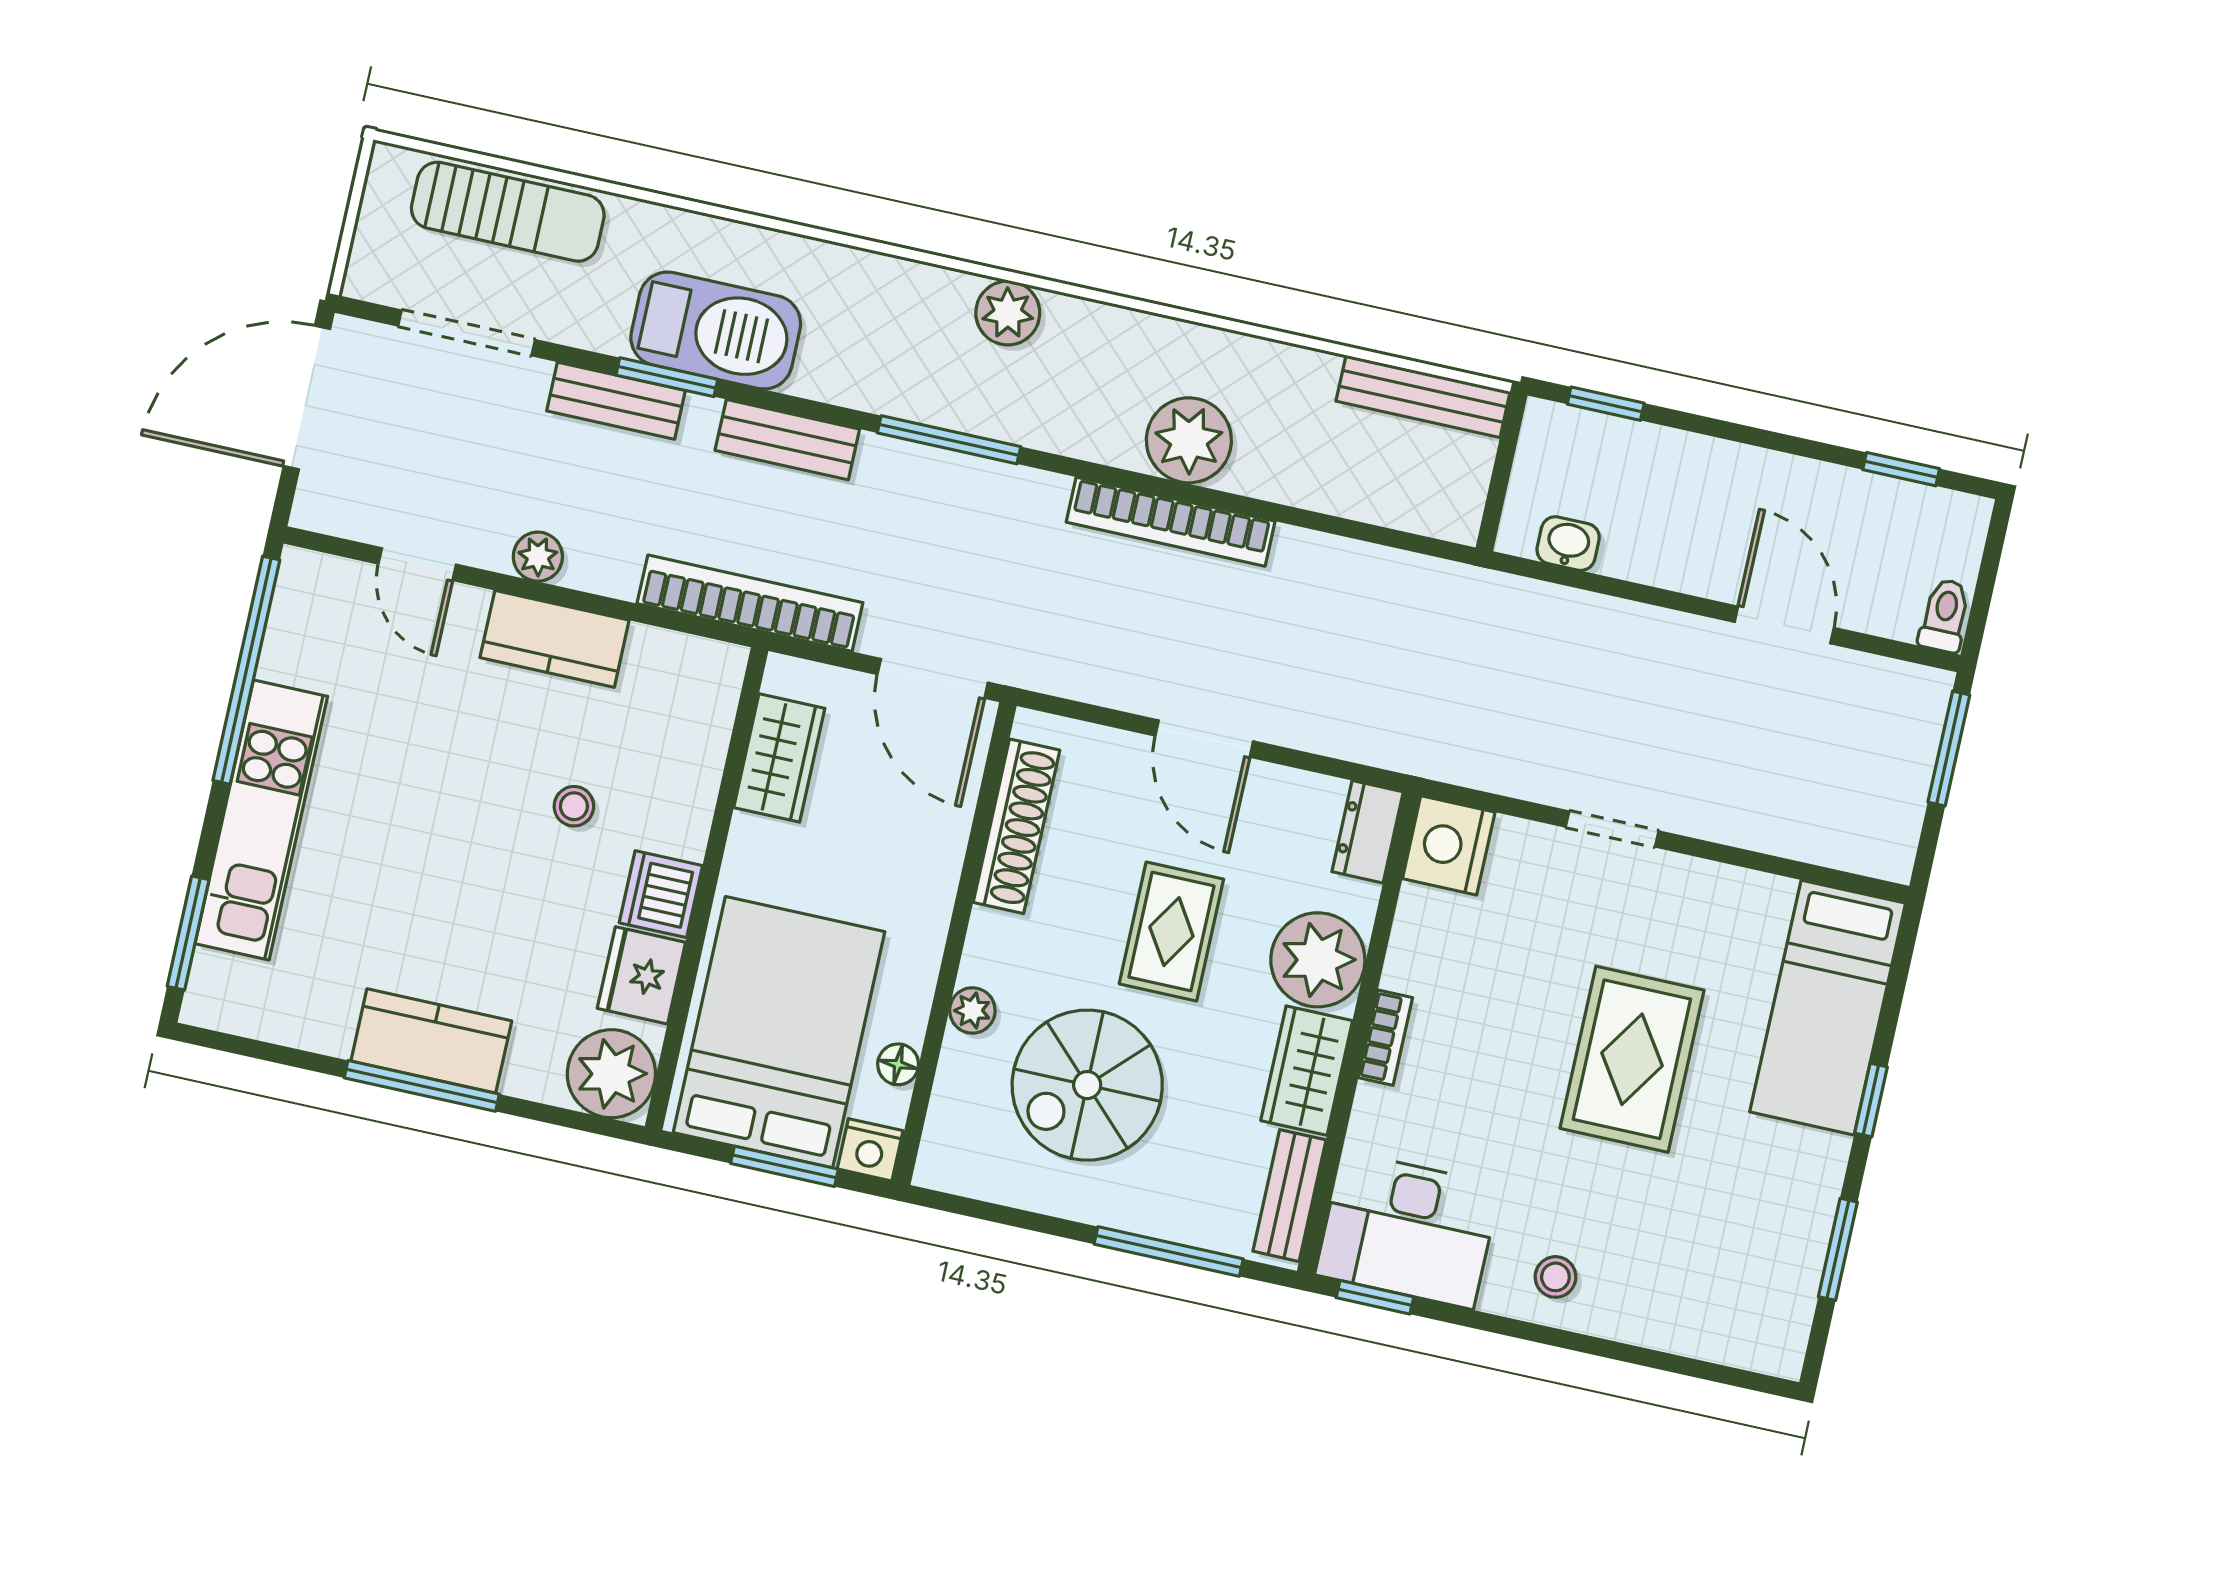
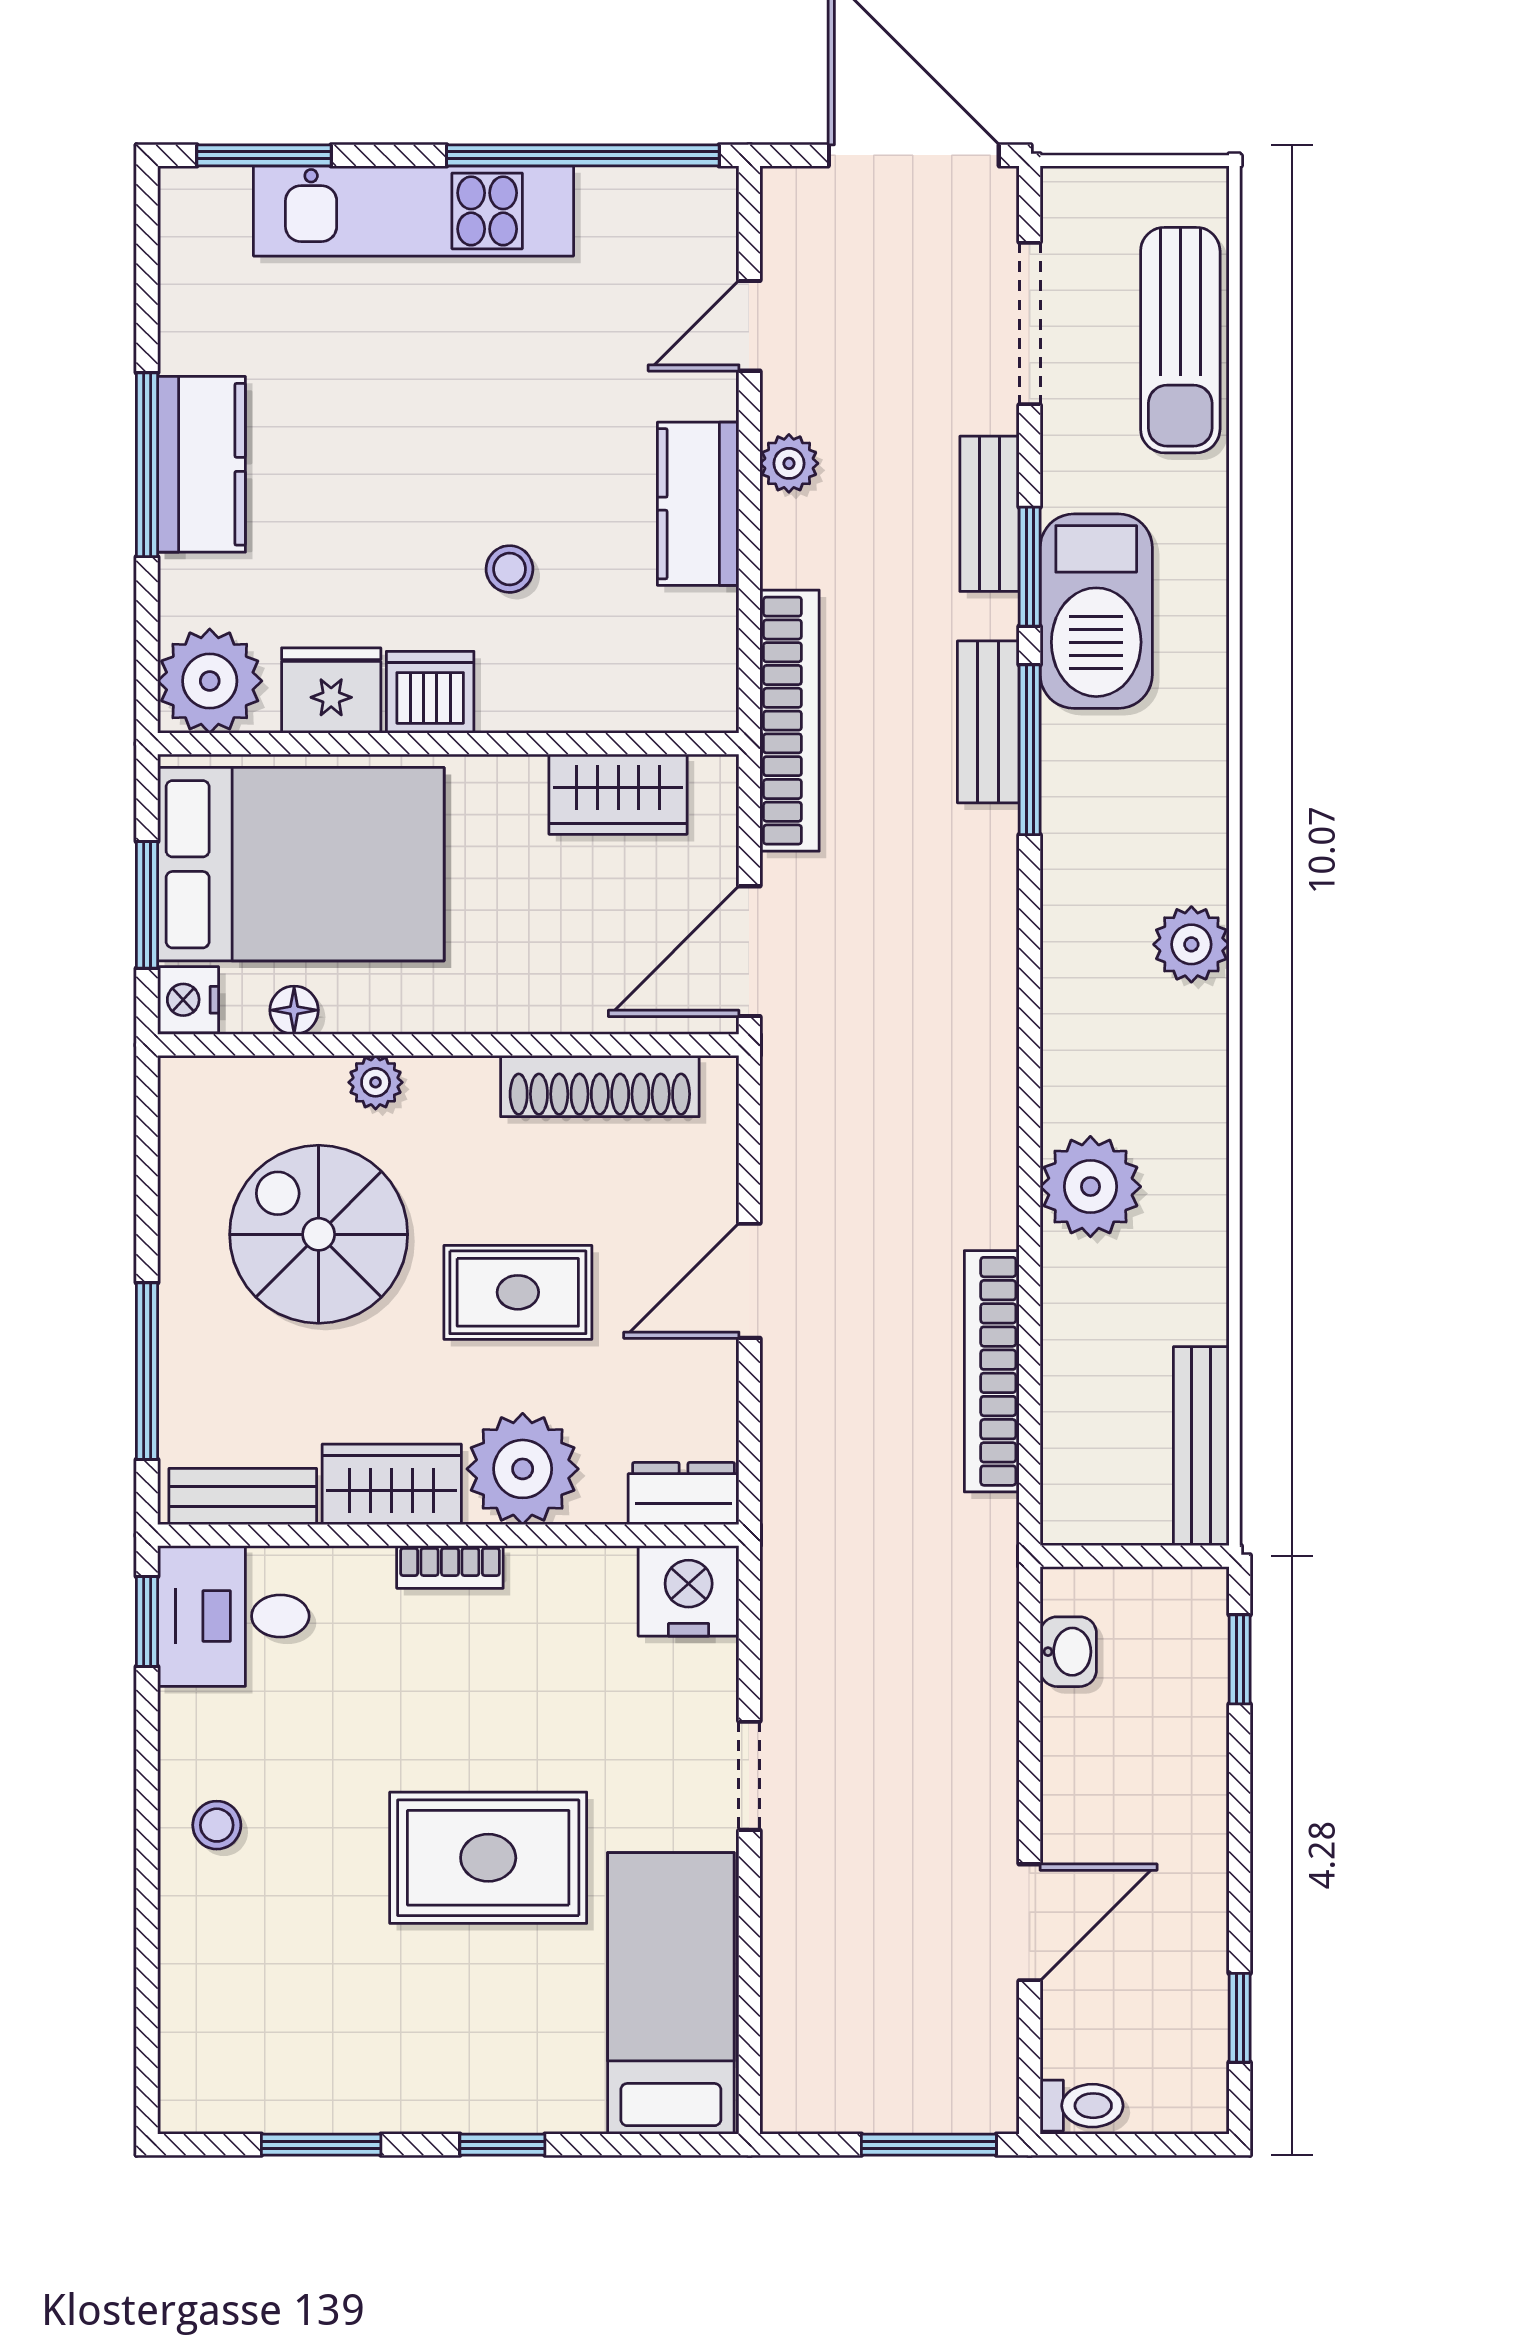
window: (949, 440) -> (1030, 750), moved
bookcase: (1171, 522) -> (992, 1371), moved
bed: (1828, 1008) -> (671, 1993), moved, turned 90
desk: (1408, 1230) -> (233, 1616), width x0.73

